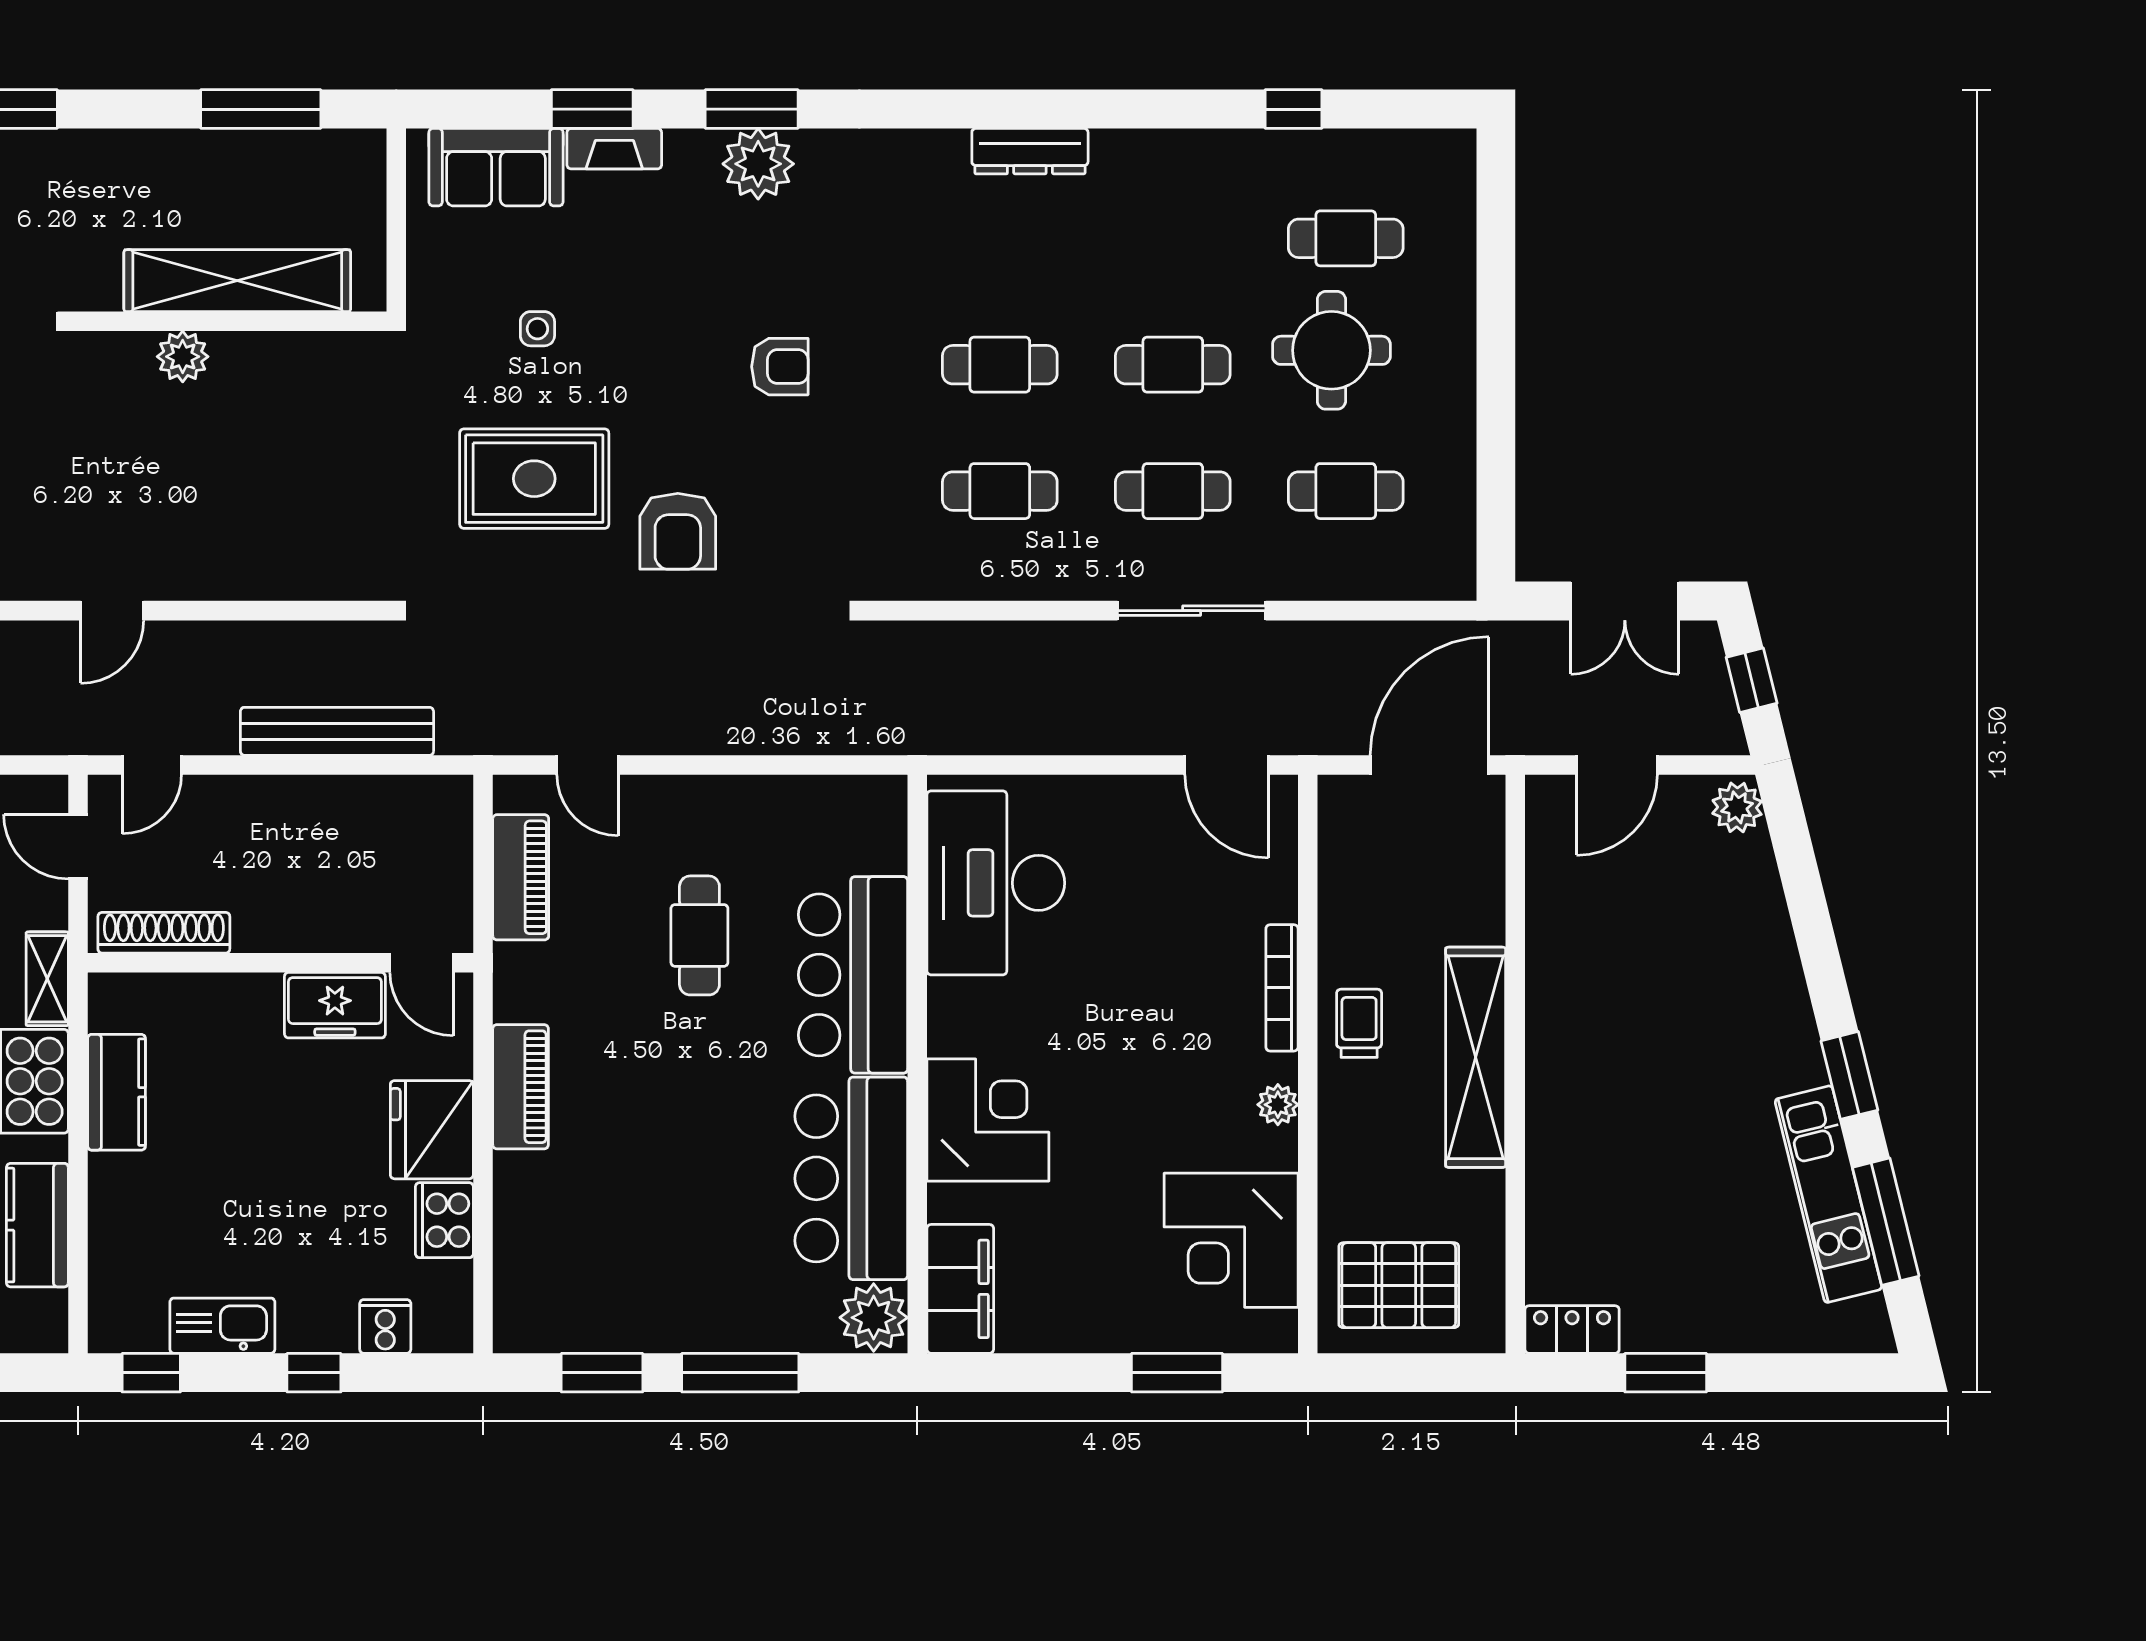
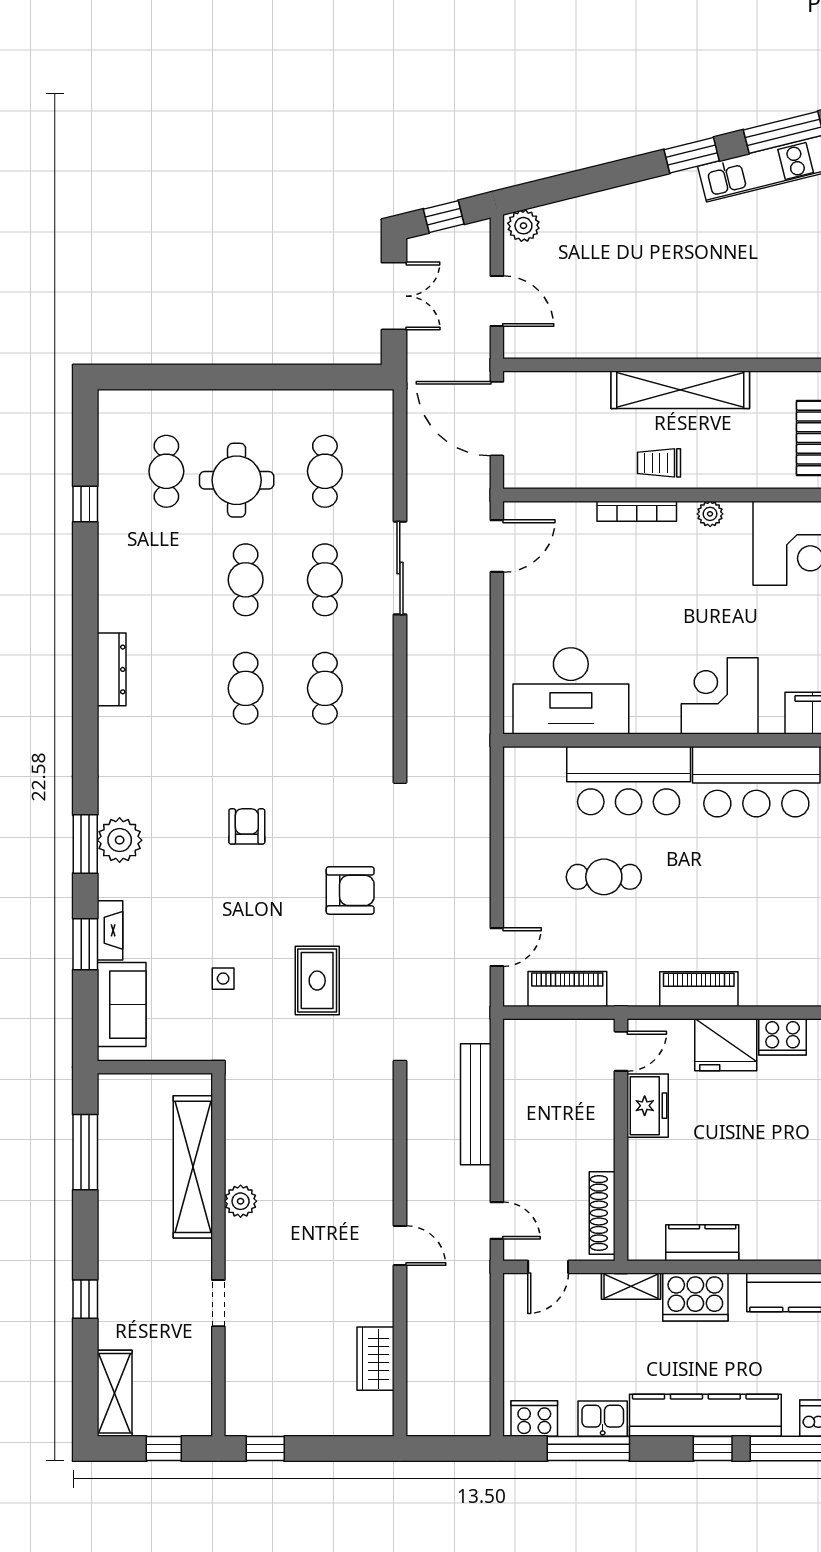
rug: (534, 479) -> (317, 981), width x0.73, depth x0.70

